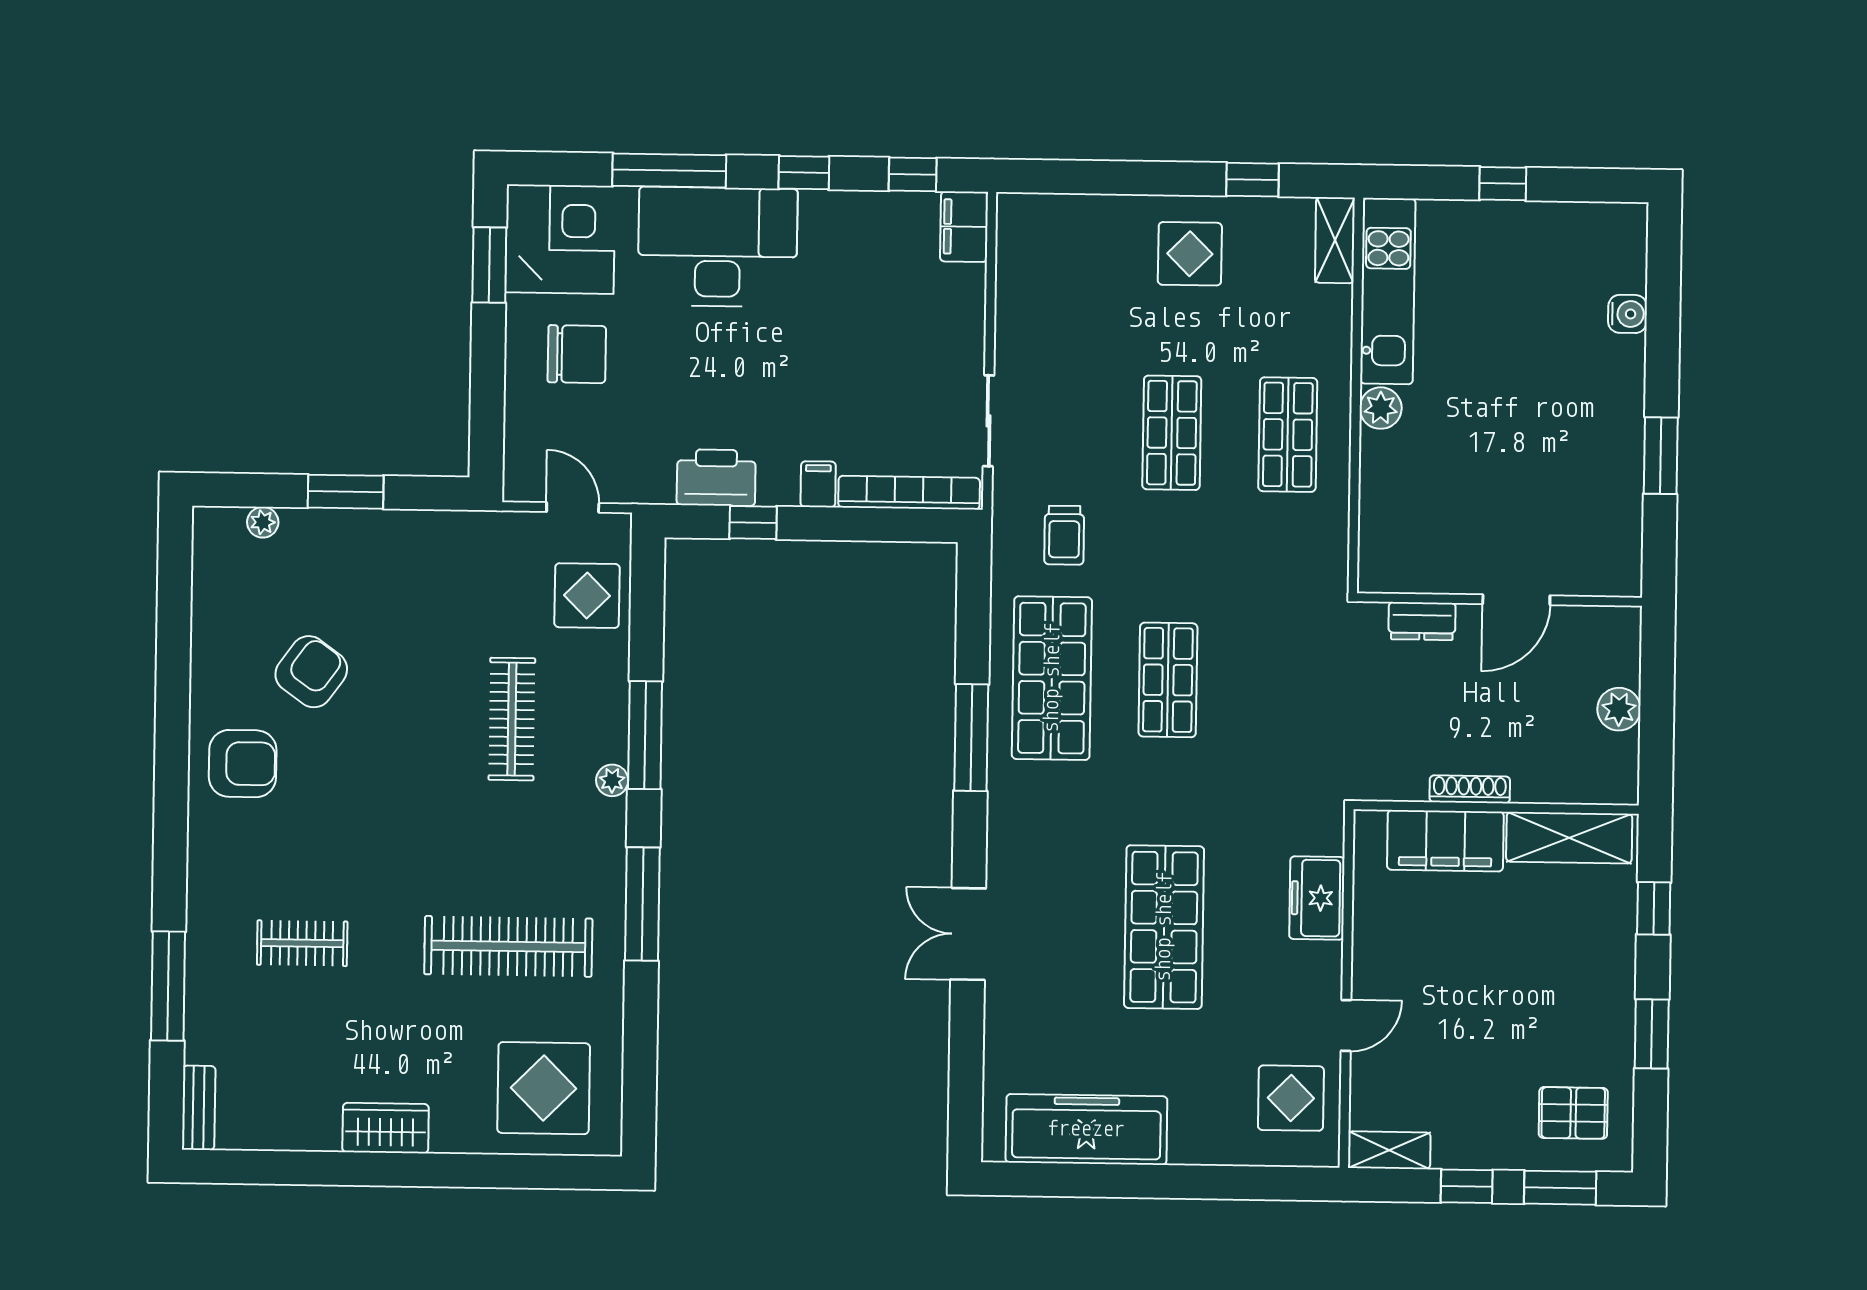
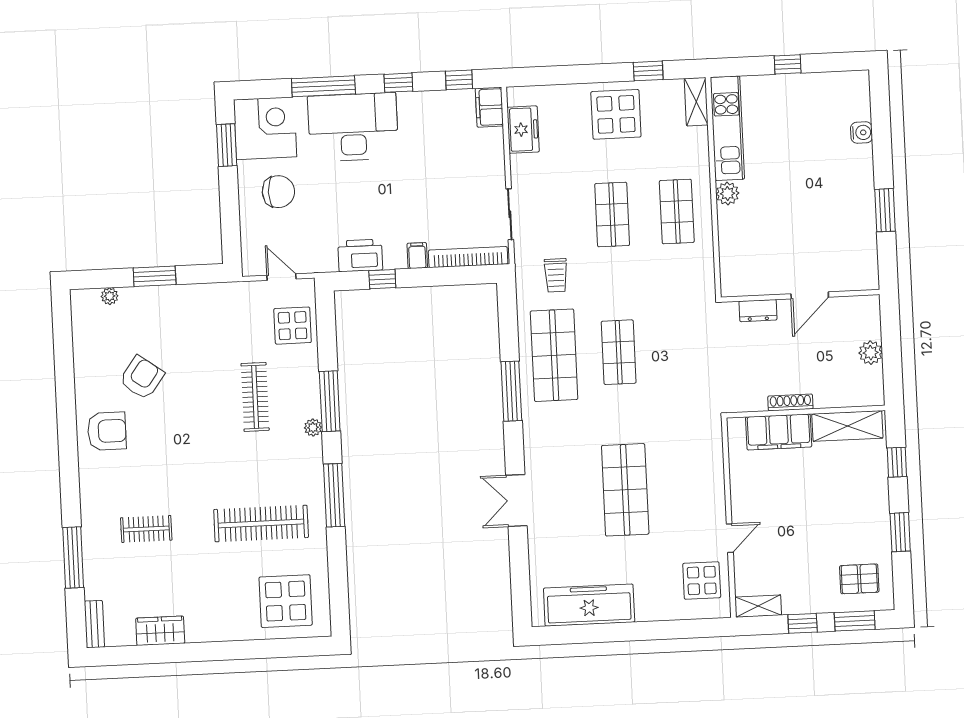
display table: (1190, 254) -> (616, 114), width x1.36, depth x1.36
freezer: (1317, 898) -> (523, 130), moved, turned 180
wardrobe: (386, 1128) -> (160, 631), moved

